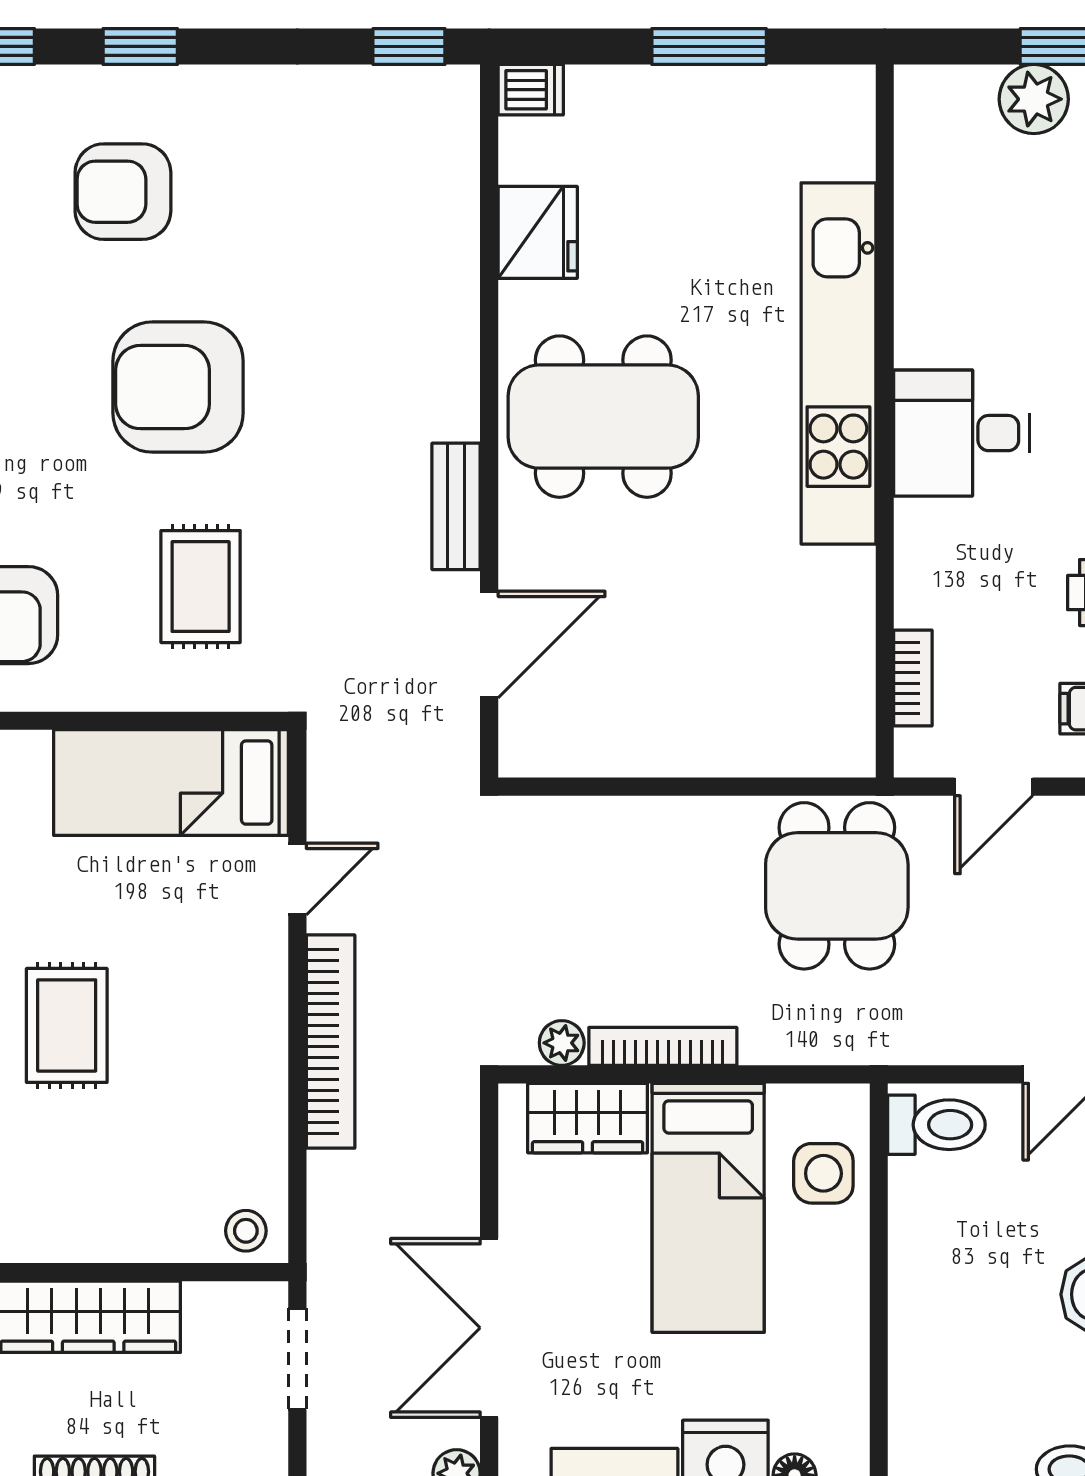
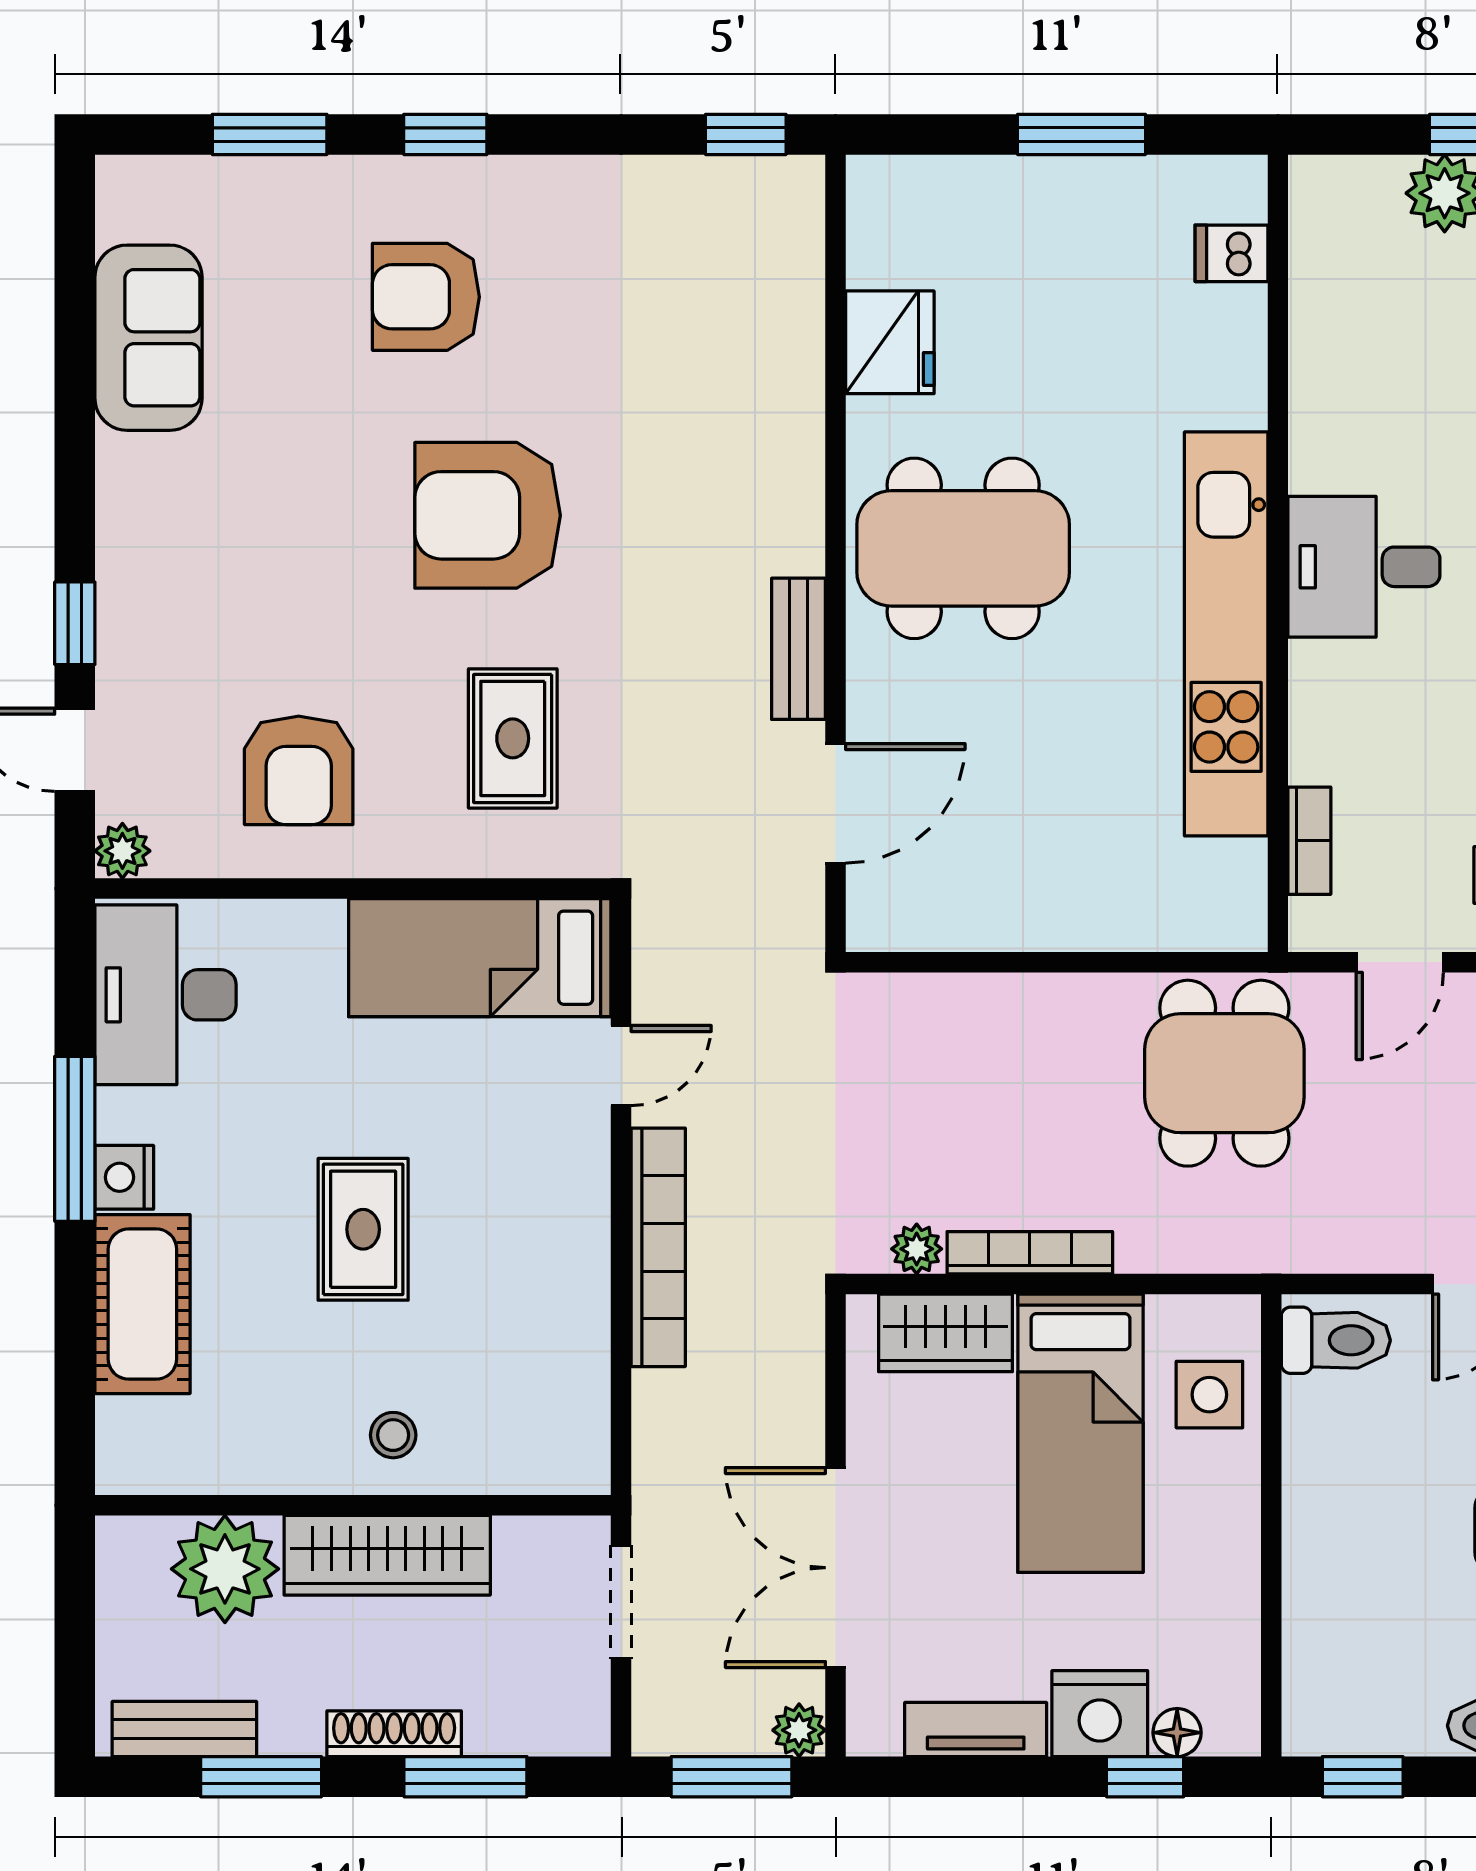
dishwasher: (531, 90) -> (1231, 253), moved, turned 180
kitchen unit: (838, 363) -> (1226, 634), moved
stool: (246, 1231) -> (393, 1435), moved

